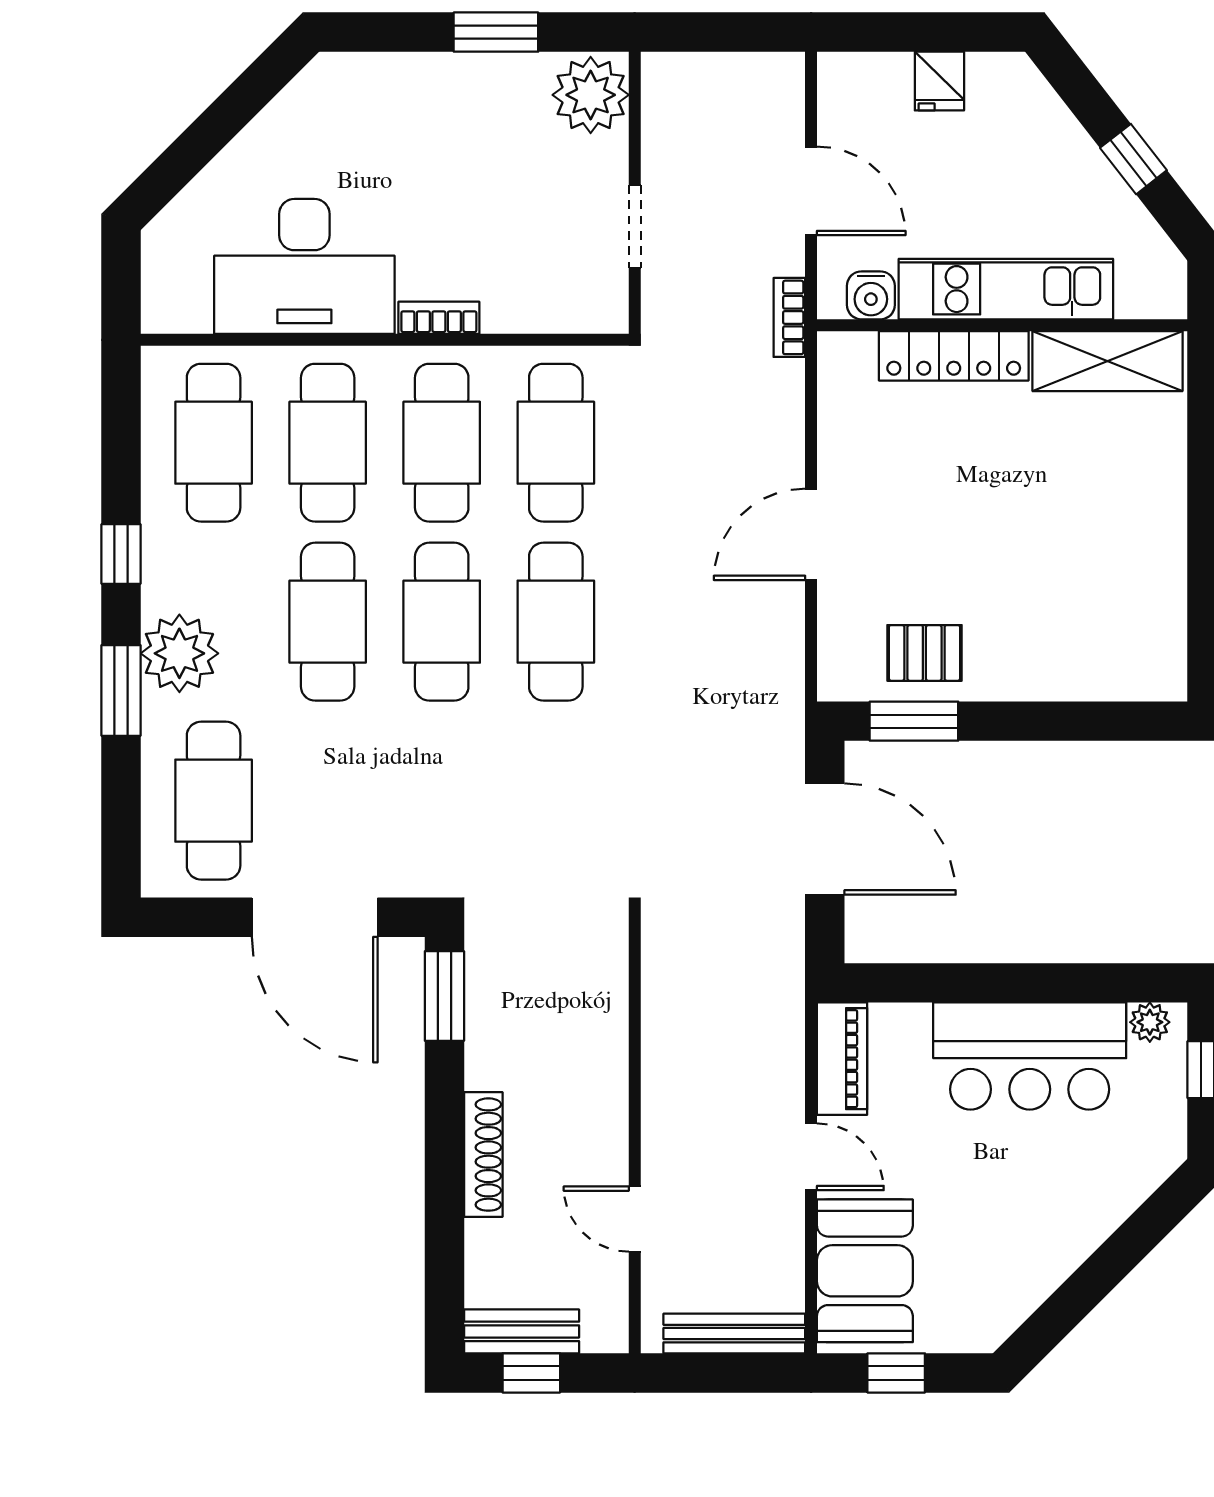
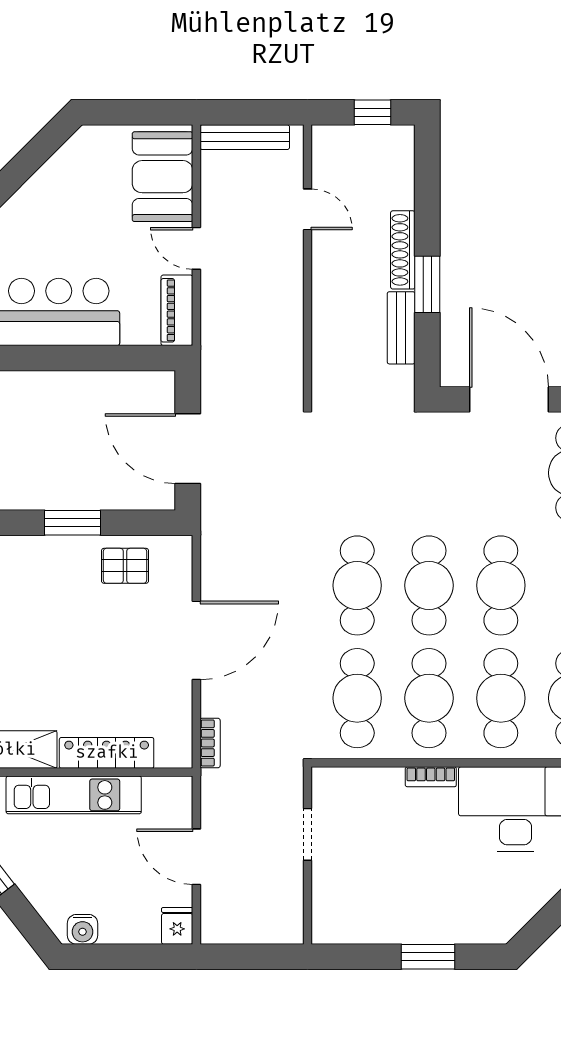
window: (496, 32) -> (428, 957), moved
fridge: (939, 81) -> (177, 926), moved
plant: (591, 95) -> (335, 917), removed
water cooler: (871, 295) -> (83, 929), moved, turned 180
bookcase: (789, 317) -> (210, 743), moved
door: (811, 534) -> (196, 640), width x1.36
window: (914, 721) -> (73, 523), moved
window: (444, 996) -> (427, 284), moved
bench: (522, 1331) -> (401, 328), moved, turned 90
window: (896, 1373) -> (143, 112), removed

